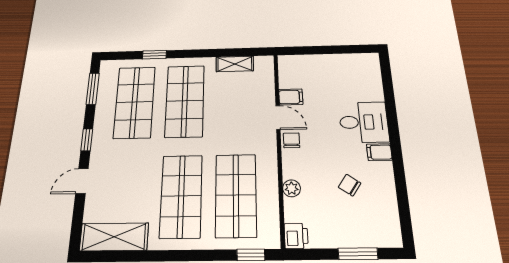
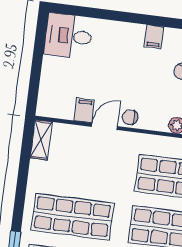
shelving: (235, 64) -> (41, 140), moved
desk: (364, 122) -> (68, 36), moved, turned -90

